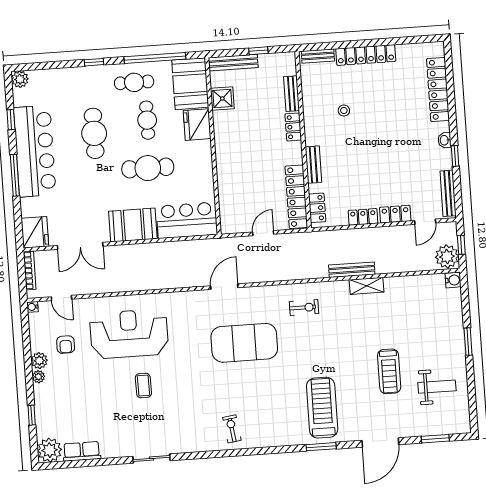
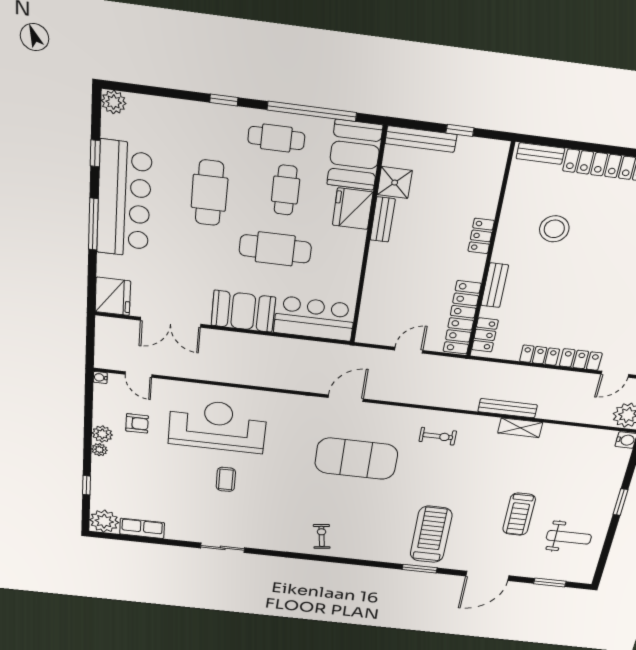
bench: (292, 94) -> (383, 220), moved
stool: (344, 111) -> (554, 229), width x1.89, depth x1.89
bookcase: (30, 270) -> (101, 338), removed
armchair: (66, 345) -> (137, 423), turned -90

